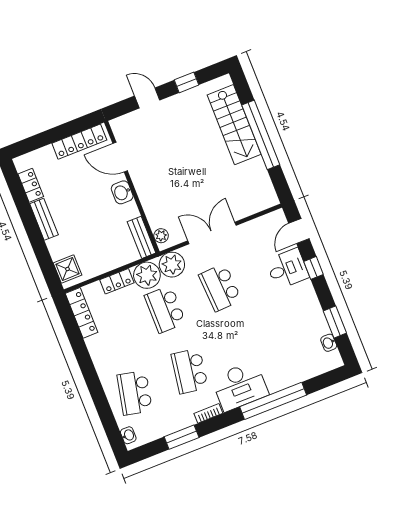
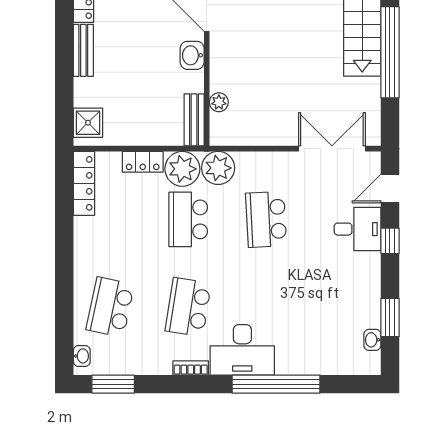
double door: (212, 233) -> (332, 149), moved
plant: (161, 236) -> (219, 102), moved
window: (182, 437) -> (113, 384), moved

